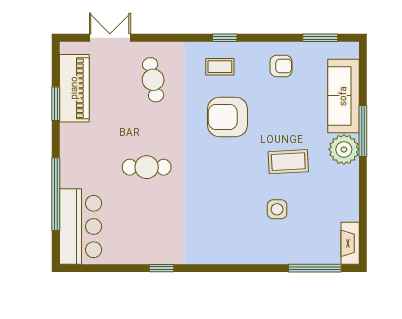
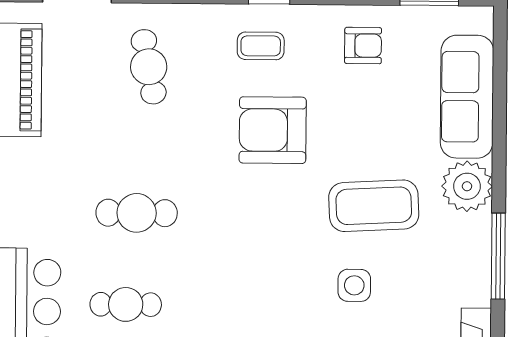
window: (363, 131) -> (498, 256), moved
coffee table: (288, 162) -> (374, 206), width x1.36, depth x1.32
cafe table: (141, 222) -> (126, 304), added

